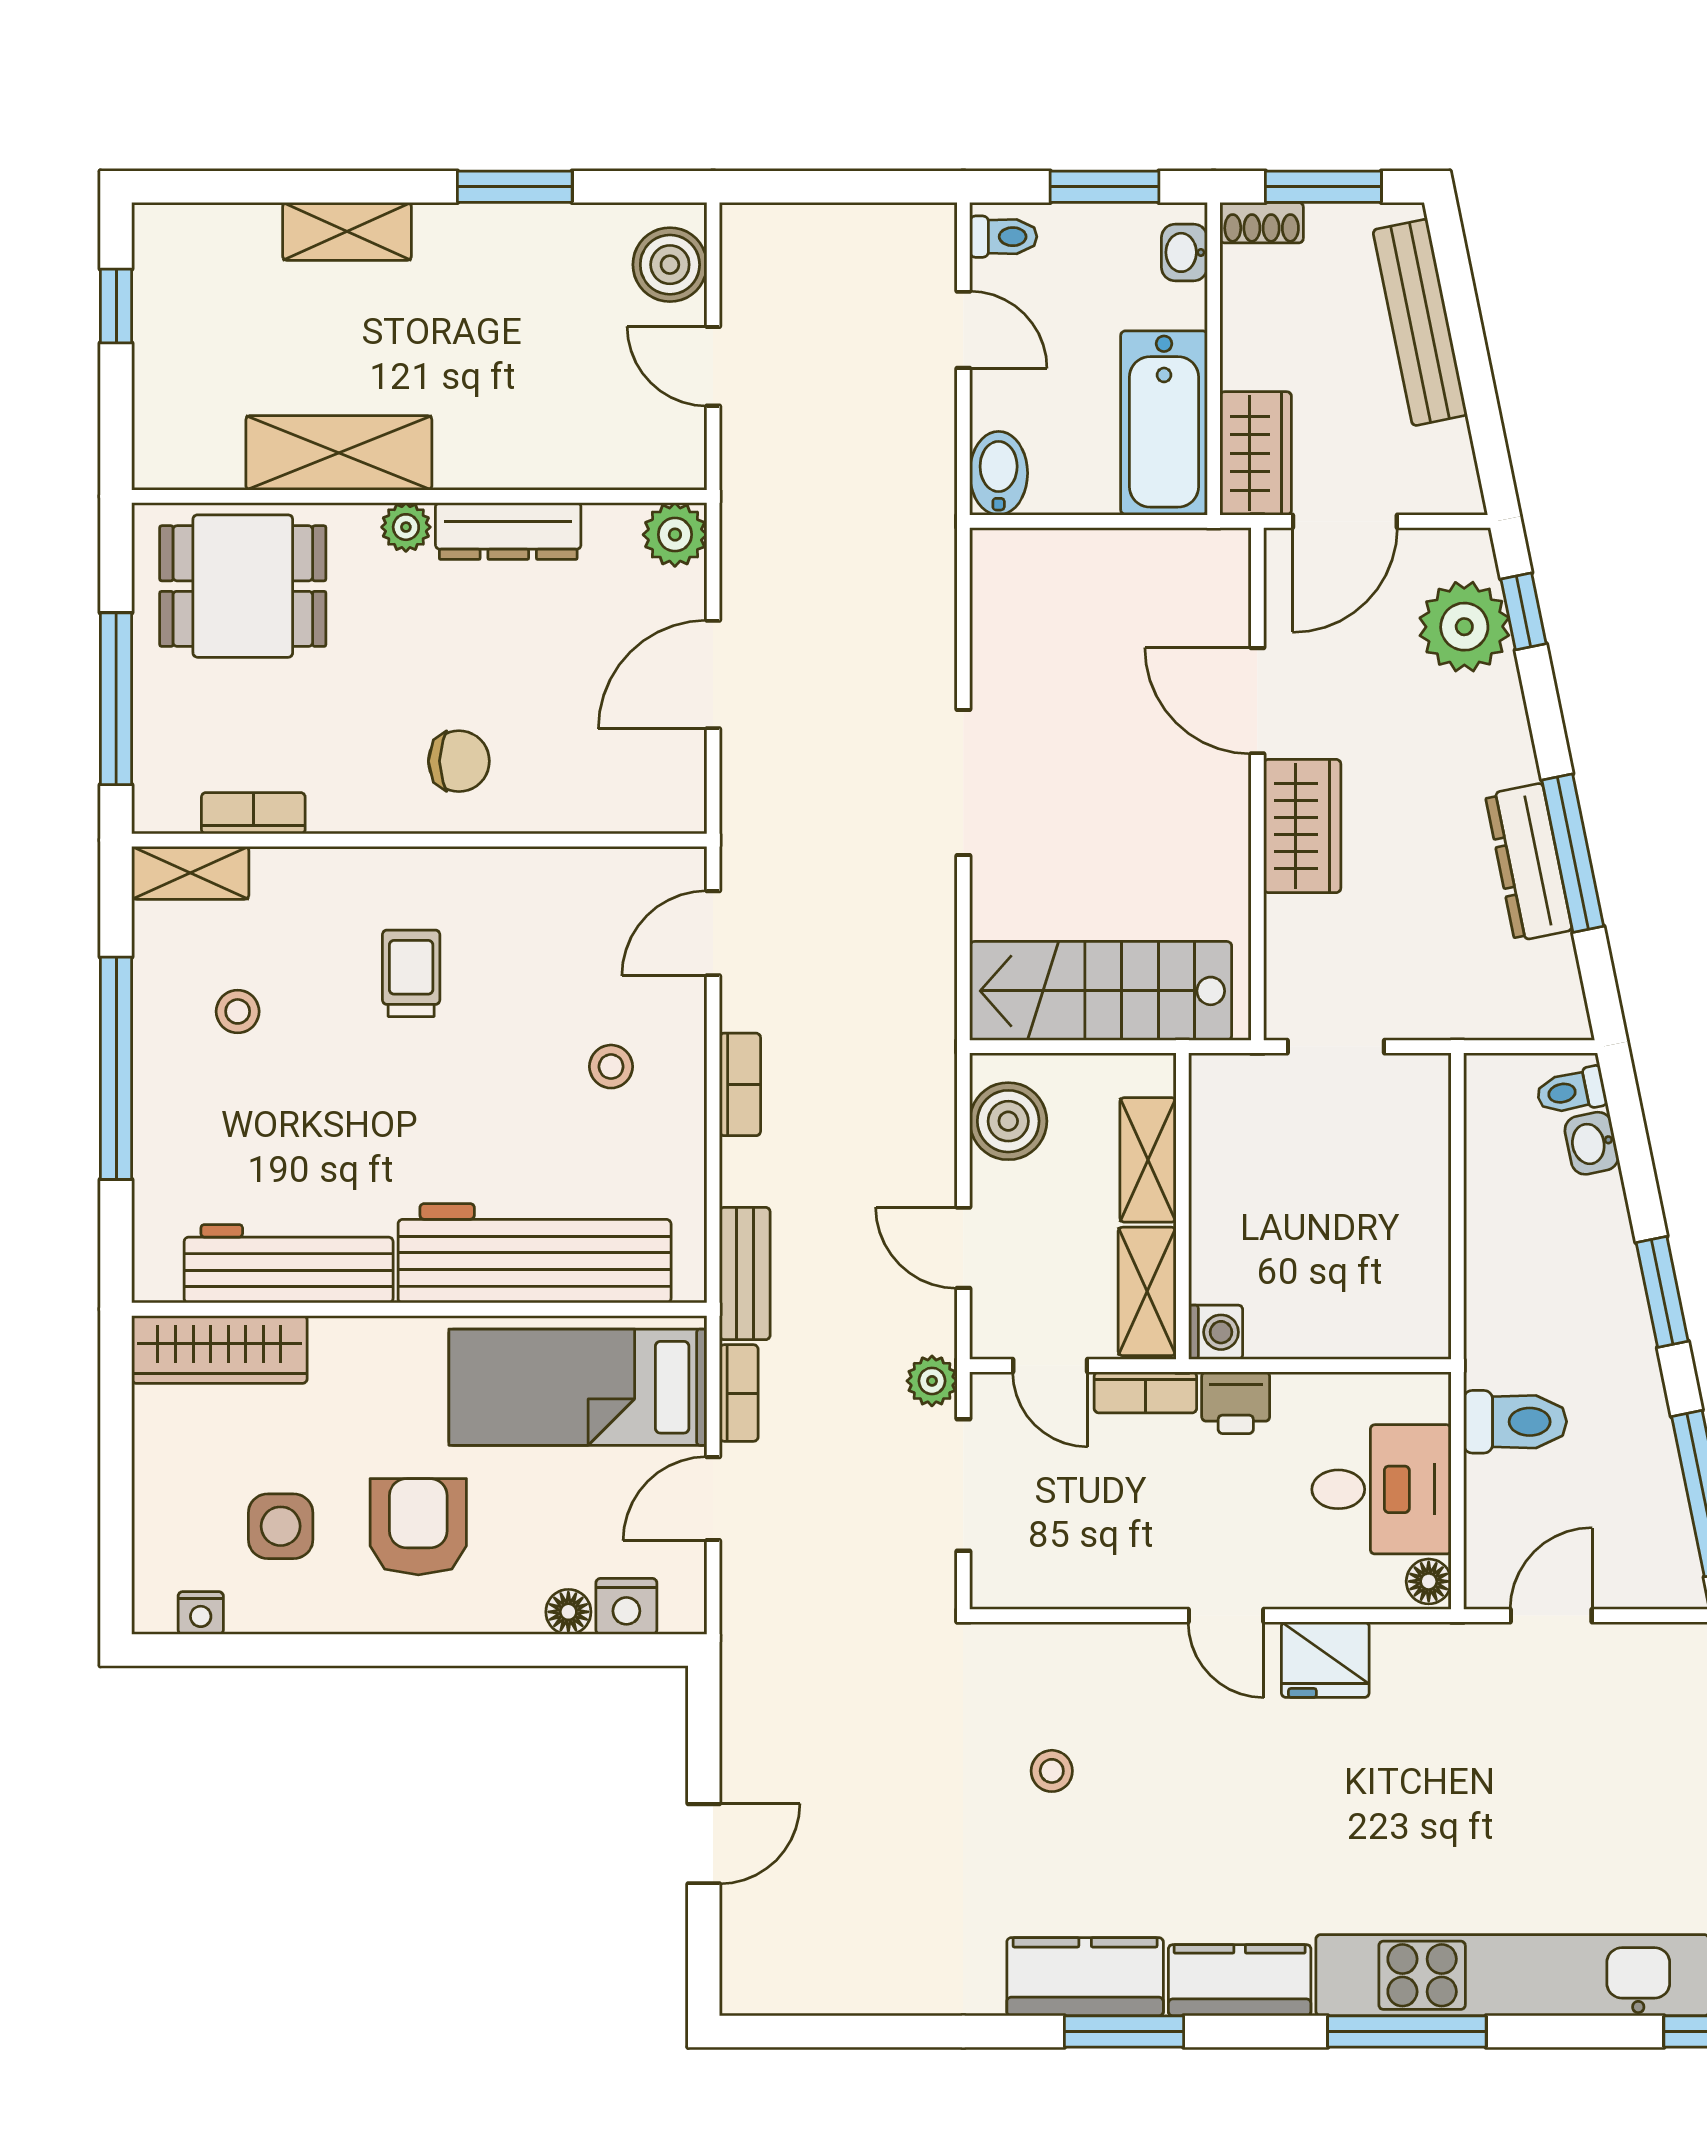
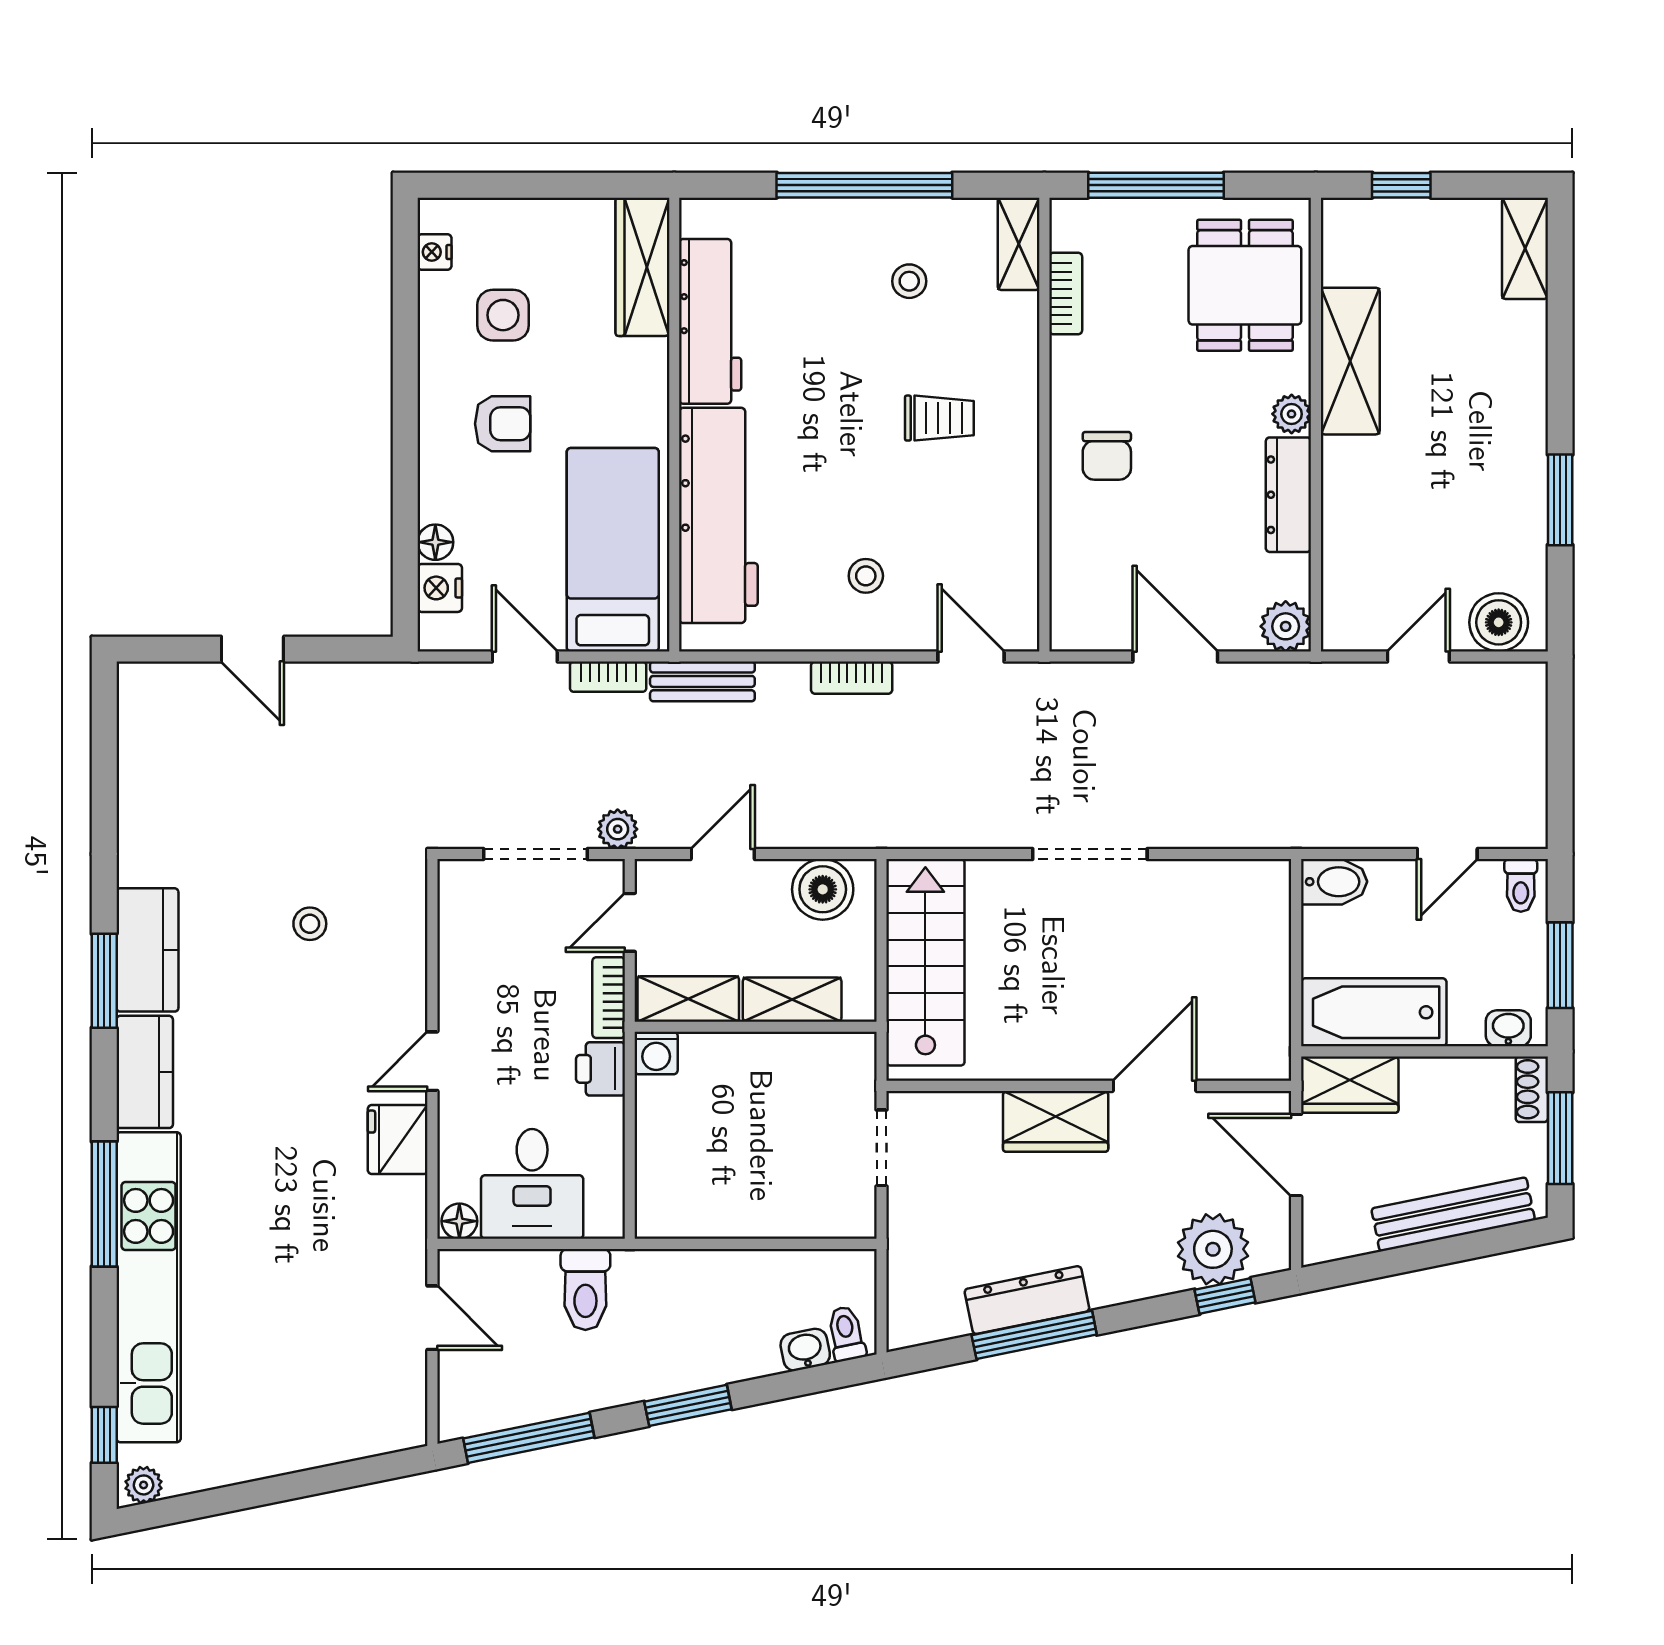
shelving: (347, 231) -> (1525, 248), moved
window: (116, 306) -> (1401, 185), moved
armchair: (418, 1527) -> (503, 424), width x0.72, depth x0.72

